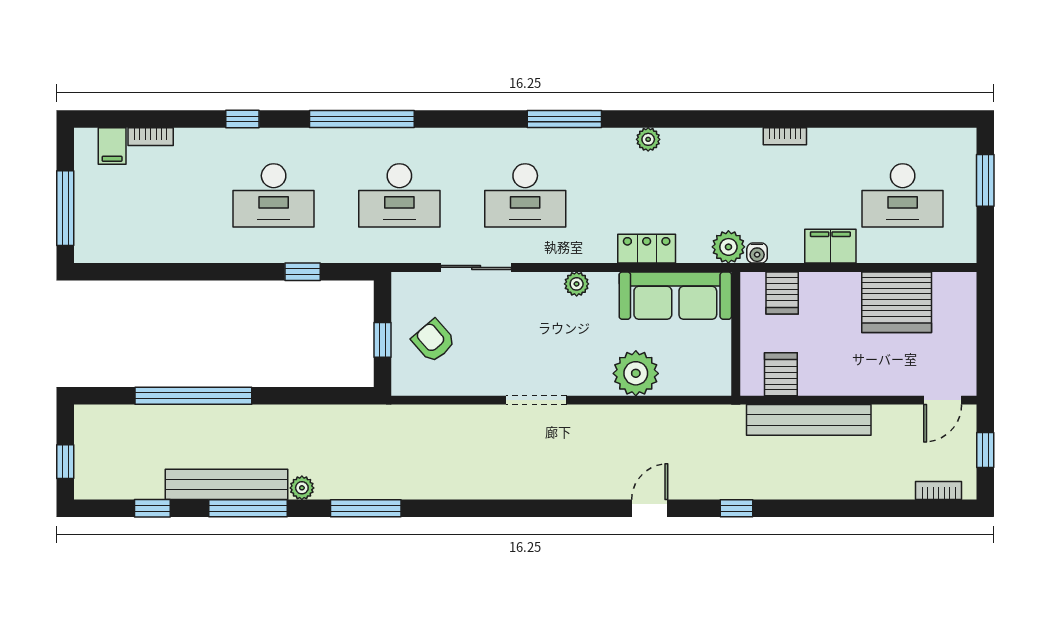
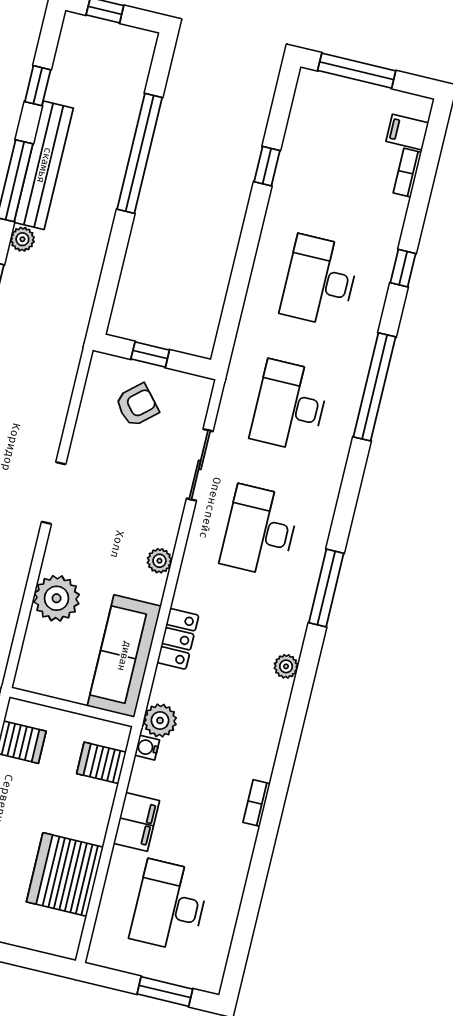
window: (303, 272) -> (267, 166), moved

